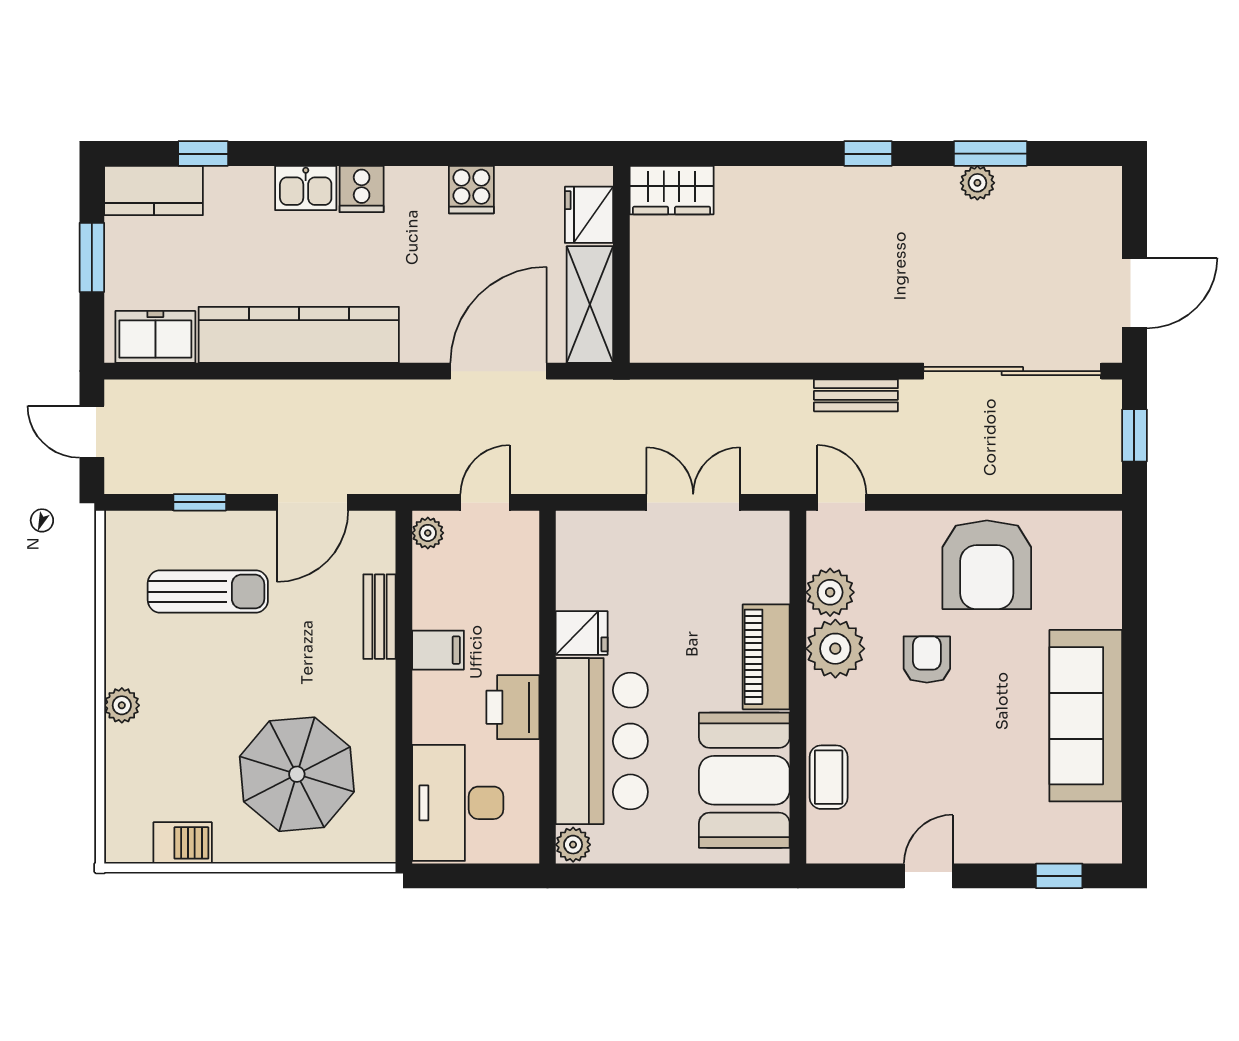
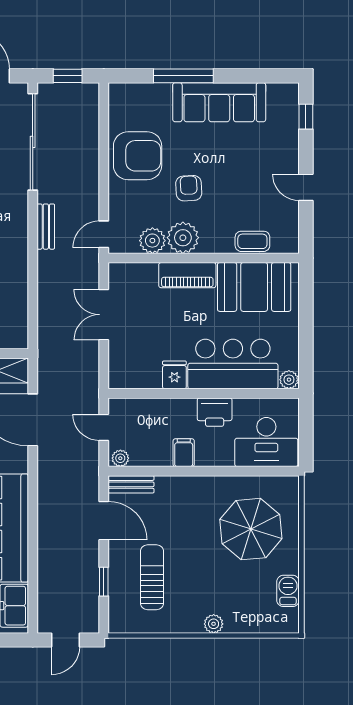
bench: (380, 617) -> (131, 484), moved
window: (1134, 649) -> (183, 76), added
armchair: (927, 659) -> (189, 188), turned 87

